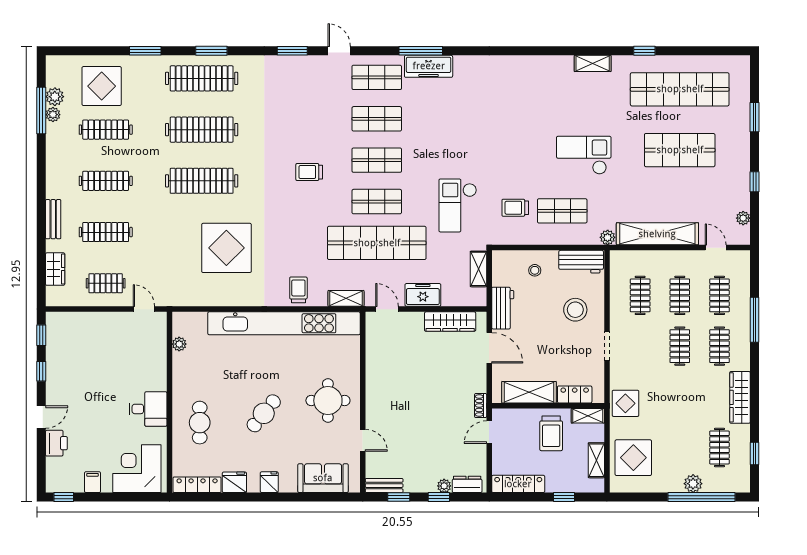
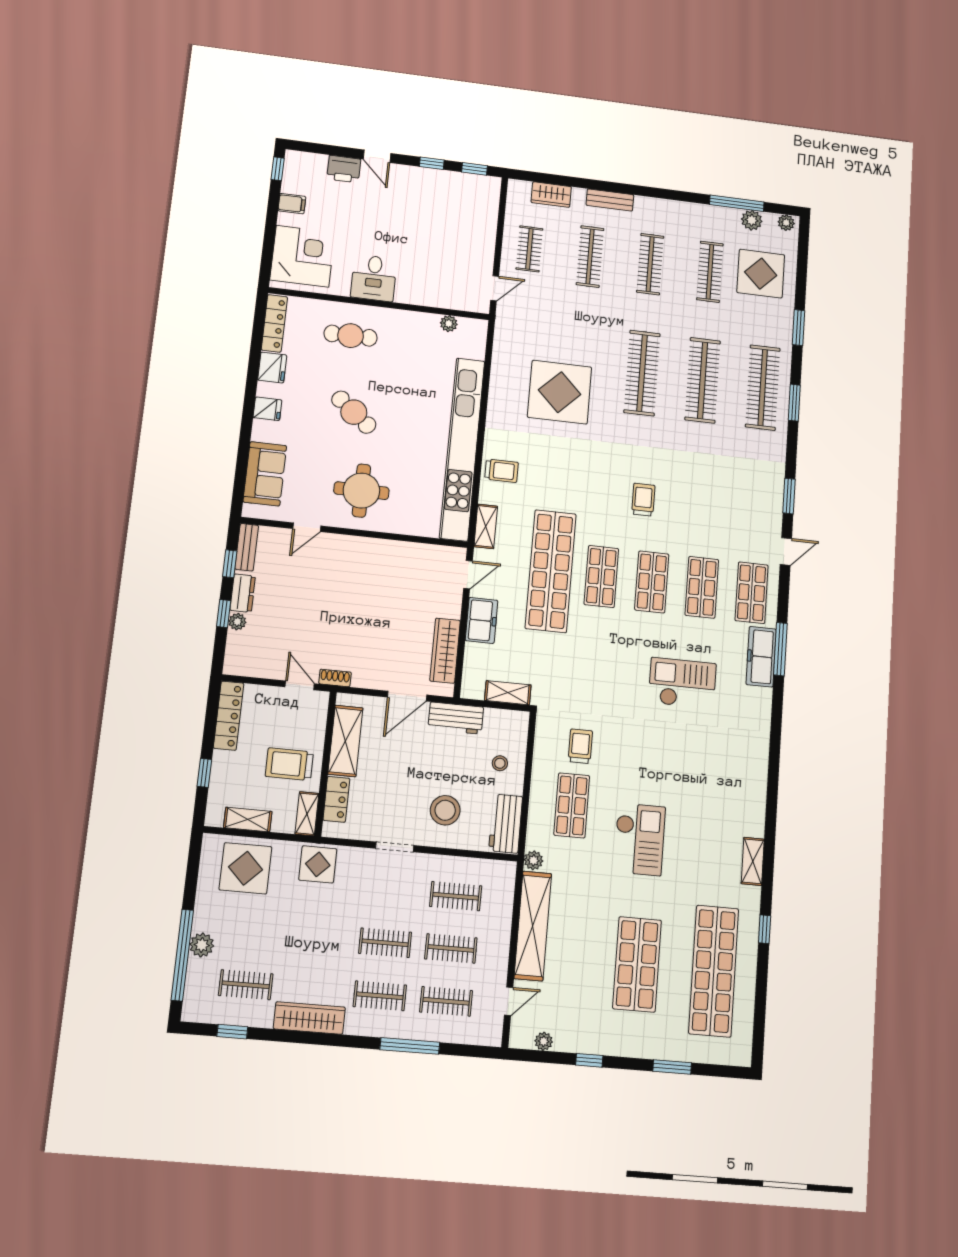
plant: (53, 115) -> (786, 223), moved
checkout: (458, 205) -> (682, 683), moved
dresser: (467, 484) -> (243, 593), moved

